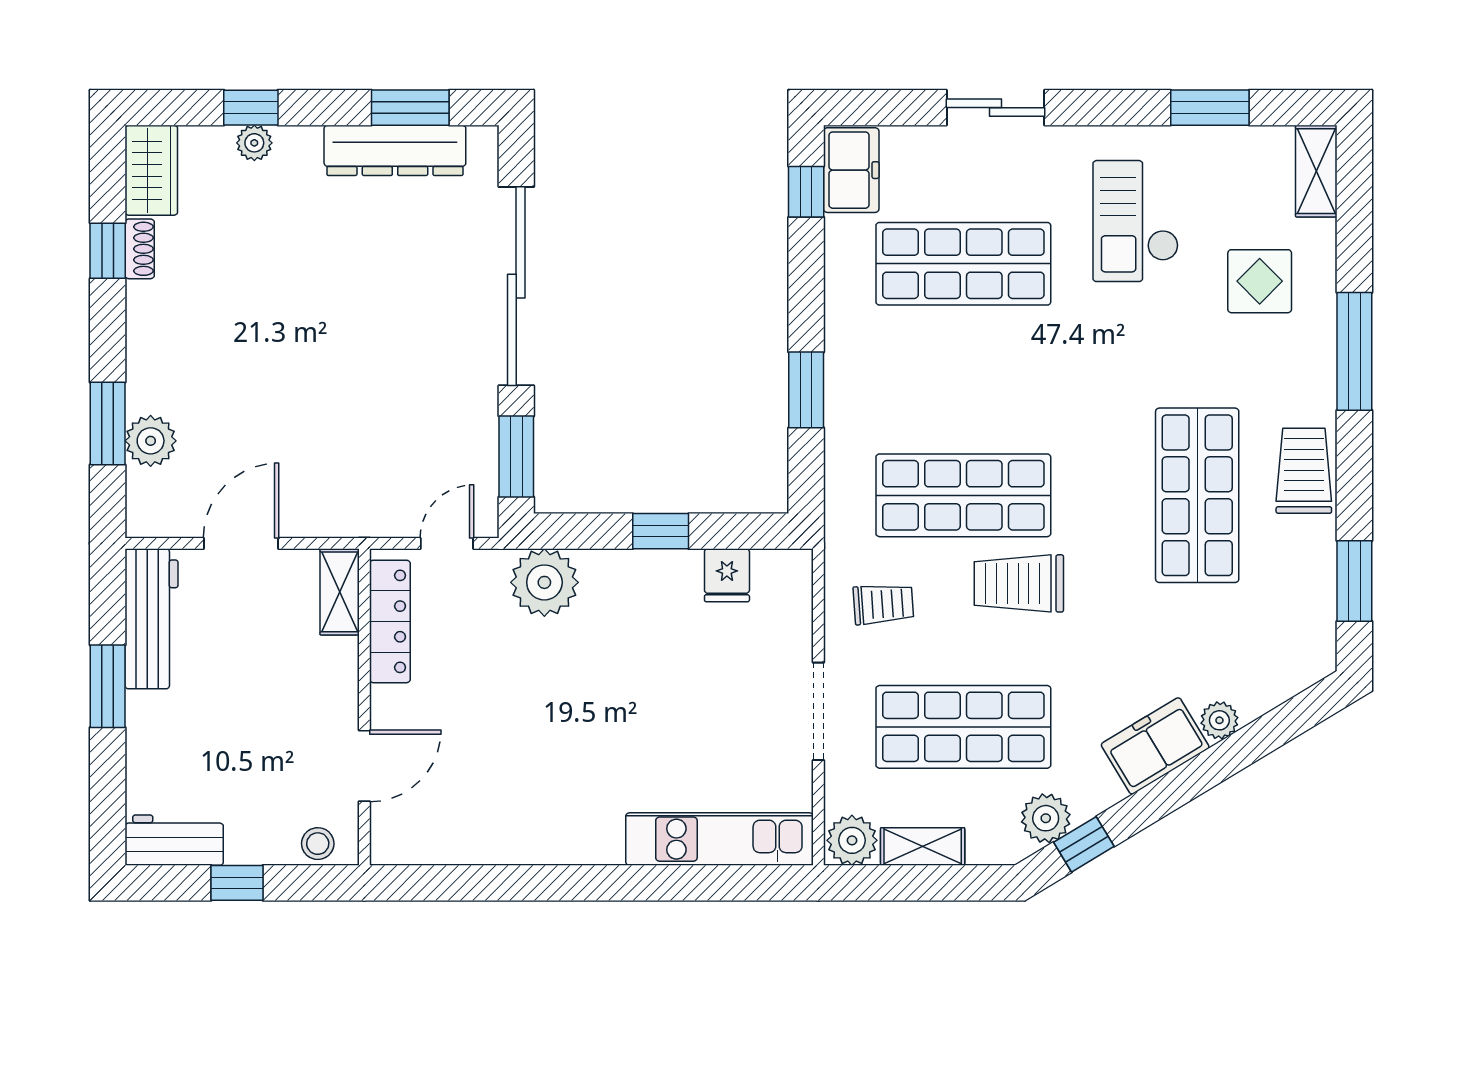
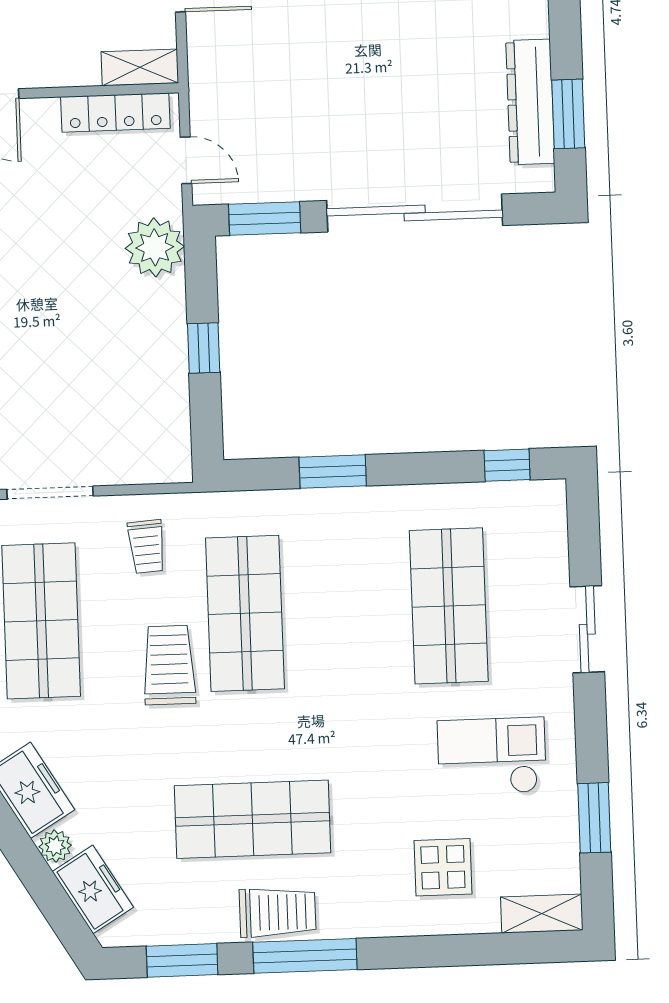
freezer: (851, 170) -> (93, 889), moved, turned -121
window: (1354, 351) -> (305, 956), moved
fridge: (727, 575) -> (167, 408), removed

